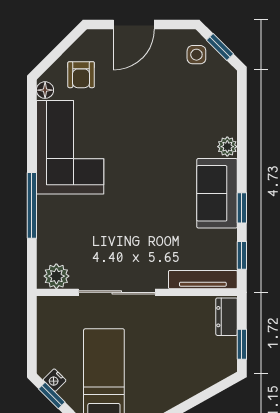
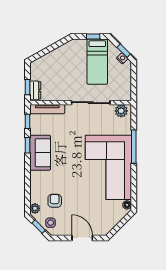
door: (134, 25) -> (82, 238), hinge flipped
armchair: (81, 75) -> (55, 201), moved
corner sofa: (70, 147) -> (108, 167), width x1.36, depth x1.36
plant: (227, 147) -> (35, 208), moved
window: (242, 344) -> (28, 87), moved

